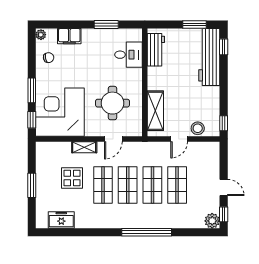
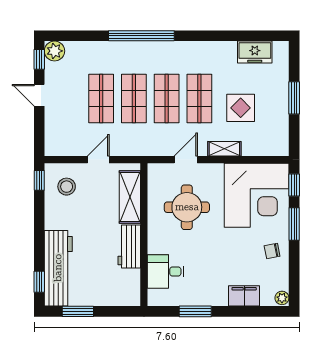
workbench: (156, 50) -> (129, 247), moved
chair: (49, 58) -> (272, 251), moved
stool: (198, 128) -> (67, 187), moved

